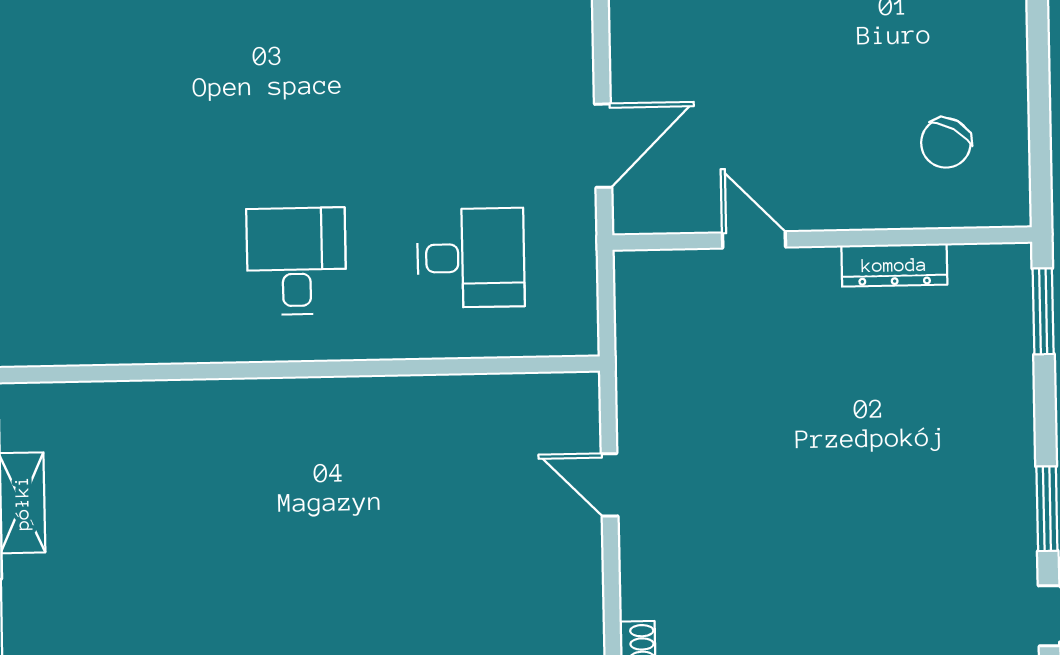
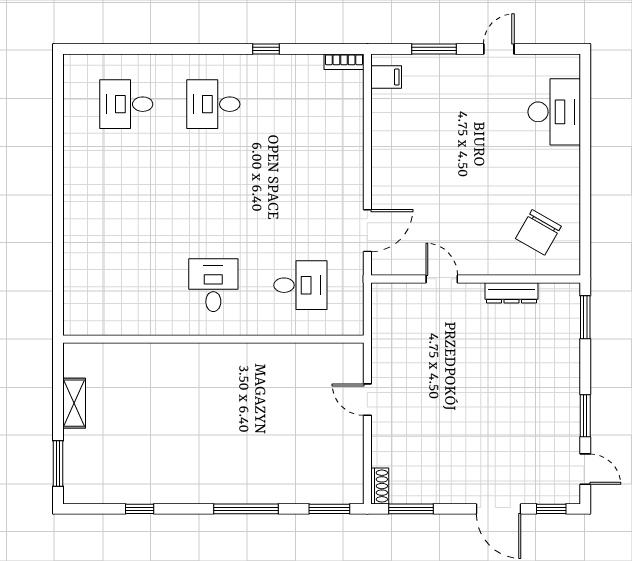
chair: (946, 143) -> (538, 232), width x1.37, depth x1.37

